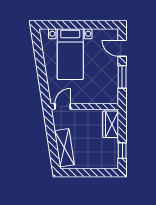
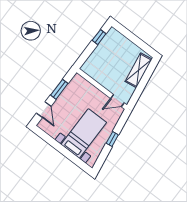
window: (41, 69) -> (112, 139), added
wardrobe: (111, 124) -> (93, 62), removed

